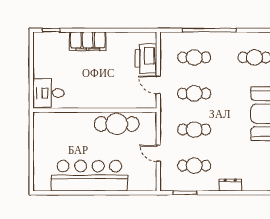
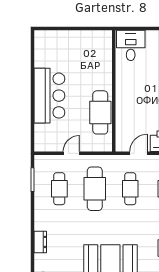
cafe table: (194, 130) -> (95, 189), width x1.37, depth x1.35
bar counter: (89, 176) -> (49, 96), width x0.73
dresser: (230, 185) -> (40, 242), moved

